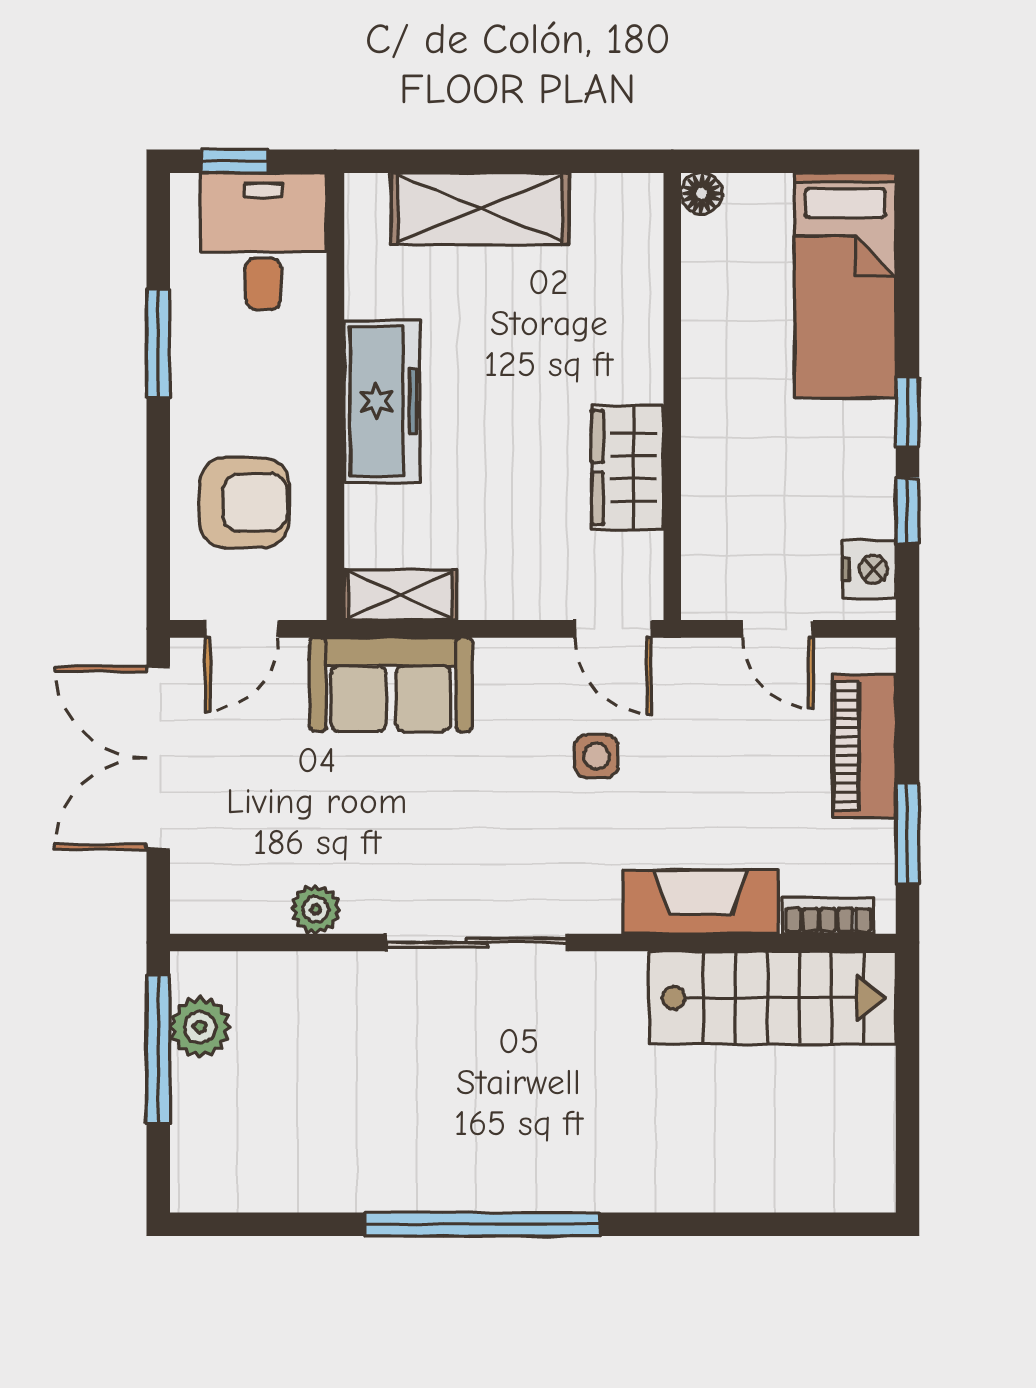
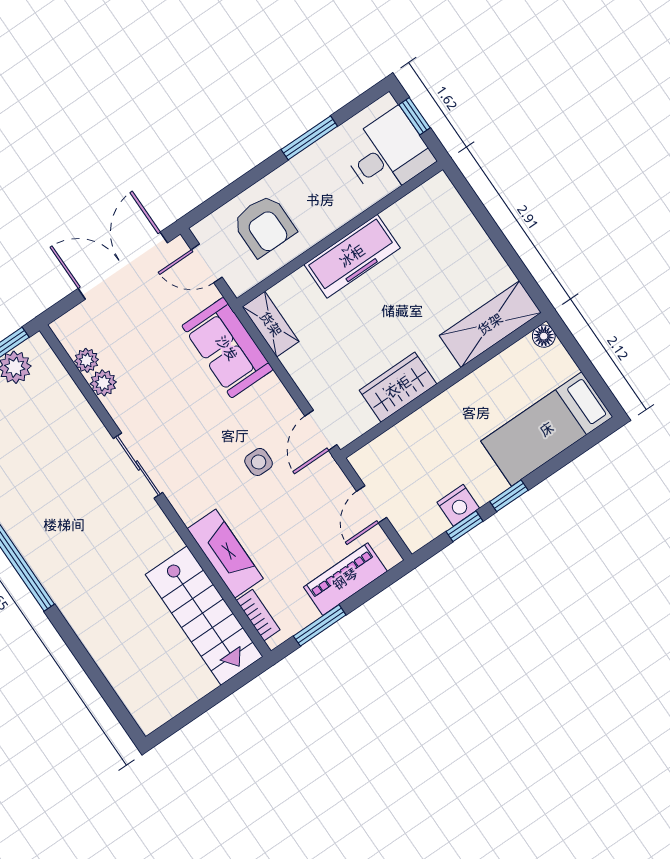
shelving: (480, 208) -> (490, 324), moved, turned 90
nightstand: (869, 569) -> (458, 505), moved
plant: (264, 911) -> (87, 360), added
sliding door: (477, 942) -> (138, 466), width x0.73

